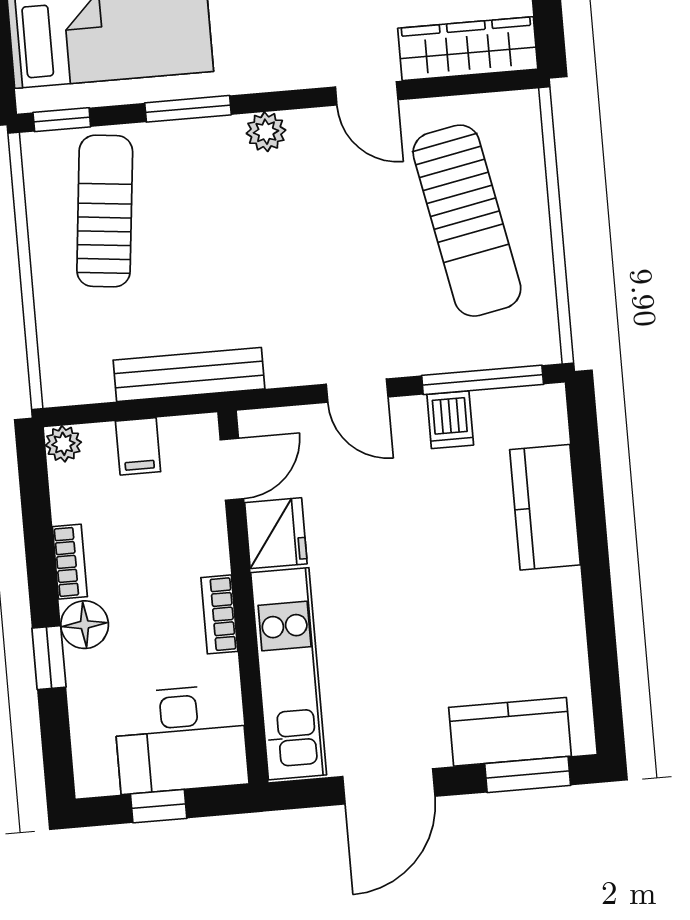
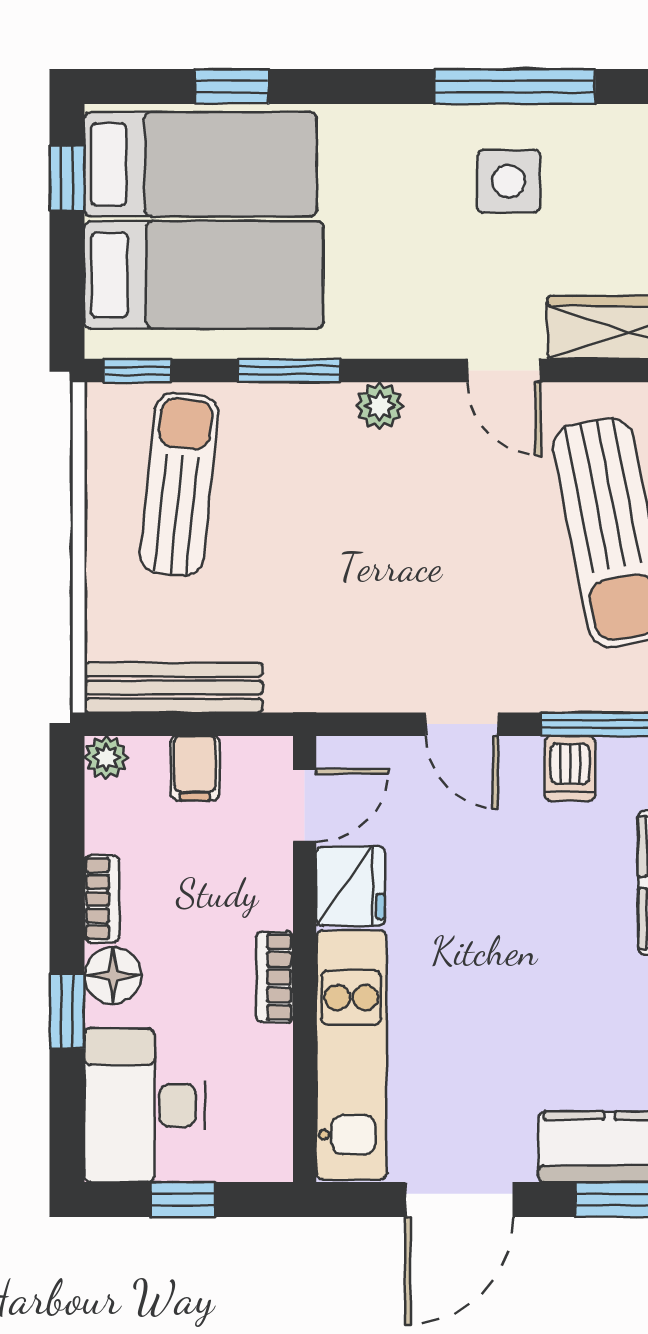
bench: (189, 374) -> (173, 688), moved
desk: (181, 739) -> (145, 1105), moved, turned 90

